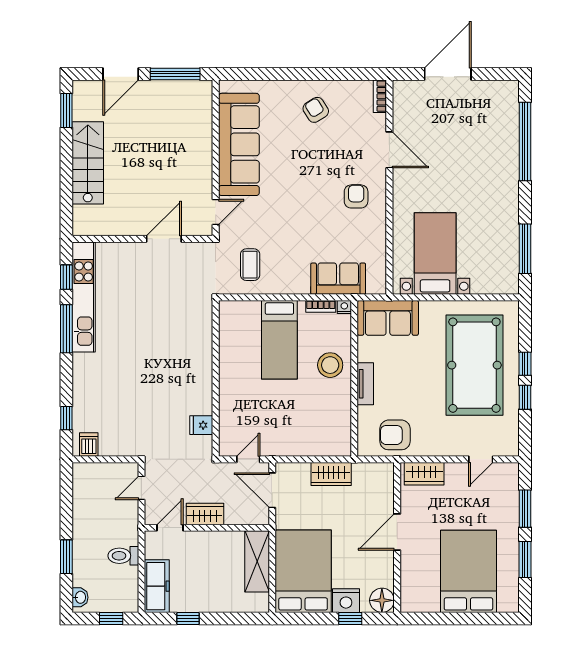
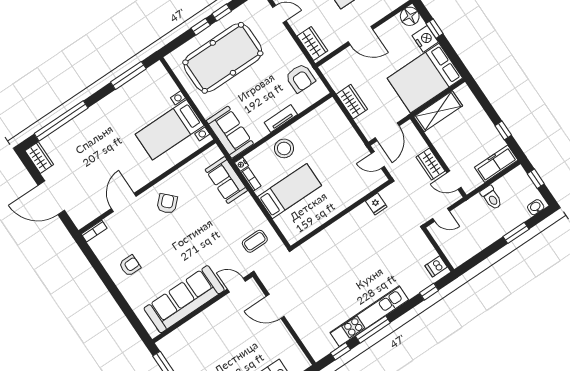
wardrobe: (501, 90) -> (39, 158), added
armchair: (316, 110) -> (130, 266), turned -148
armchair: (356, 196) -> (167, 204), turned 135
kitchen unit: (84, 297) -> (369, 316), moved

